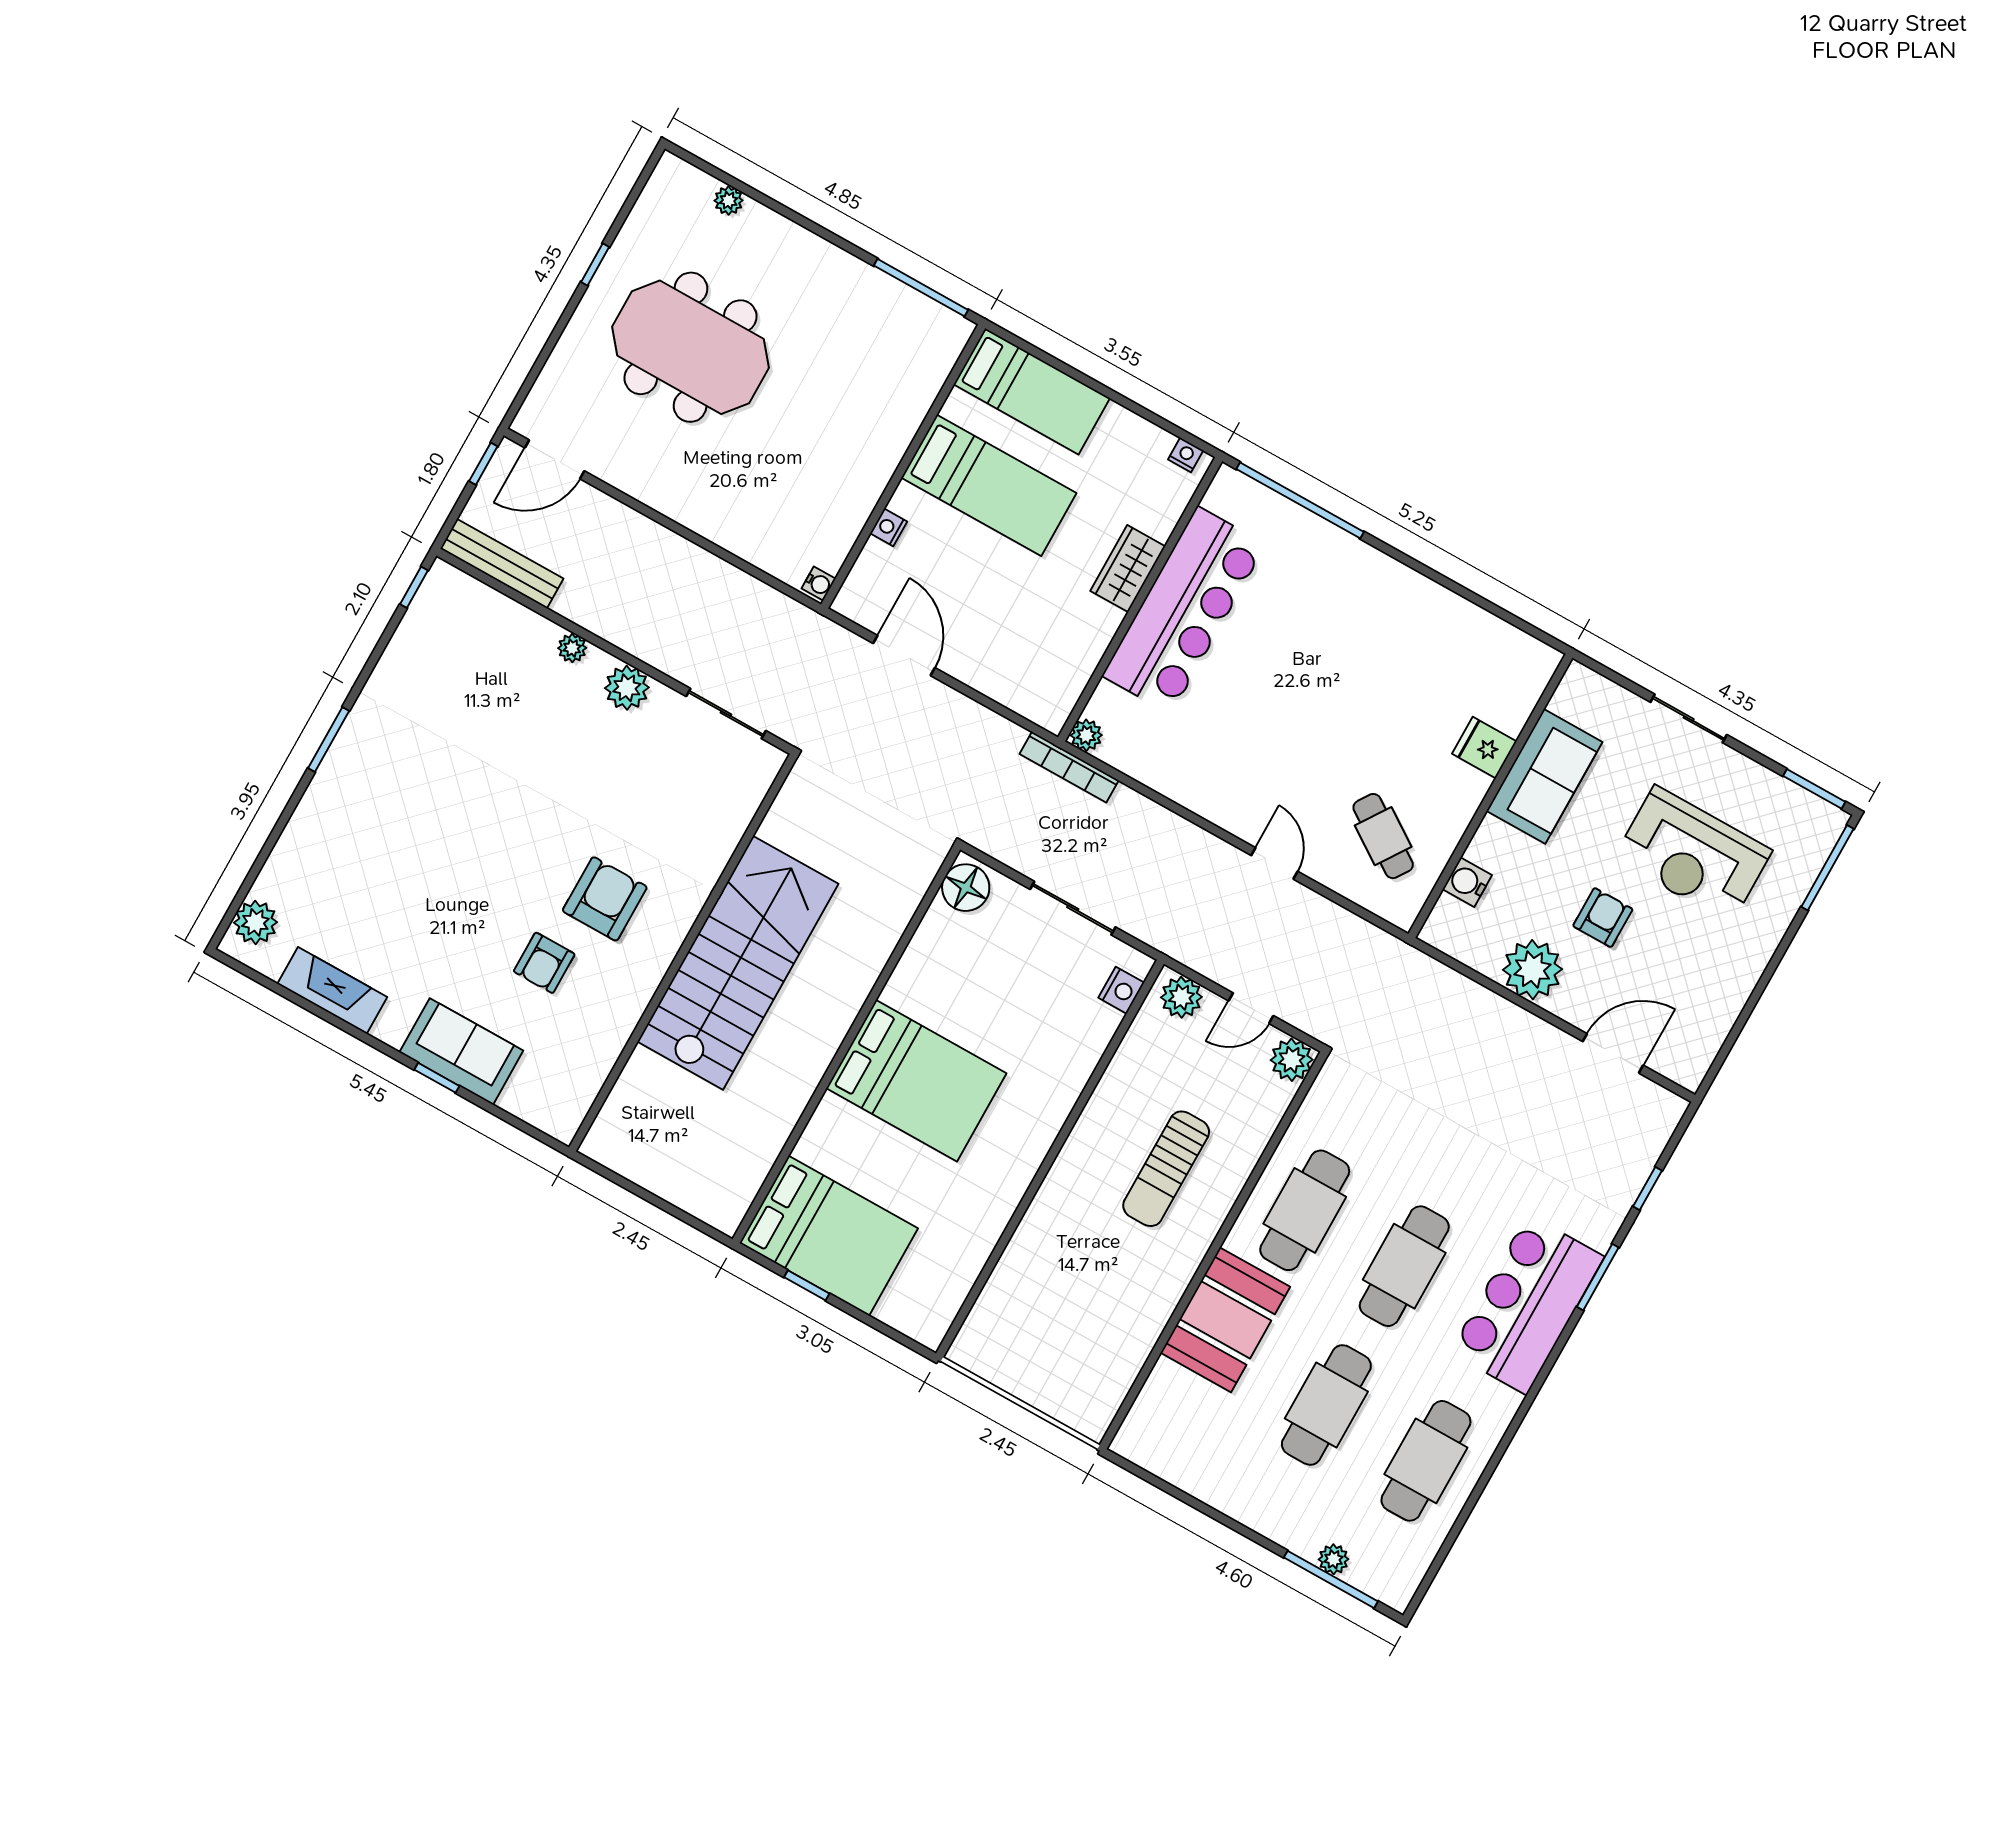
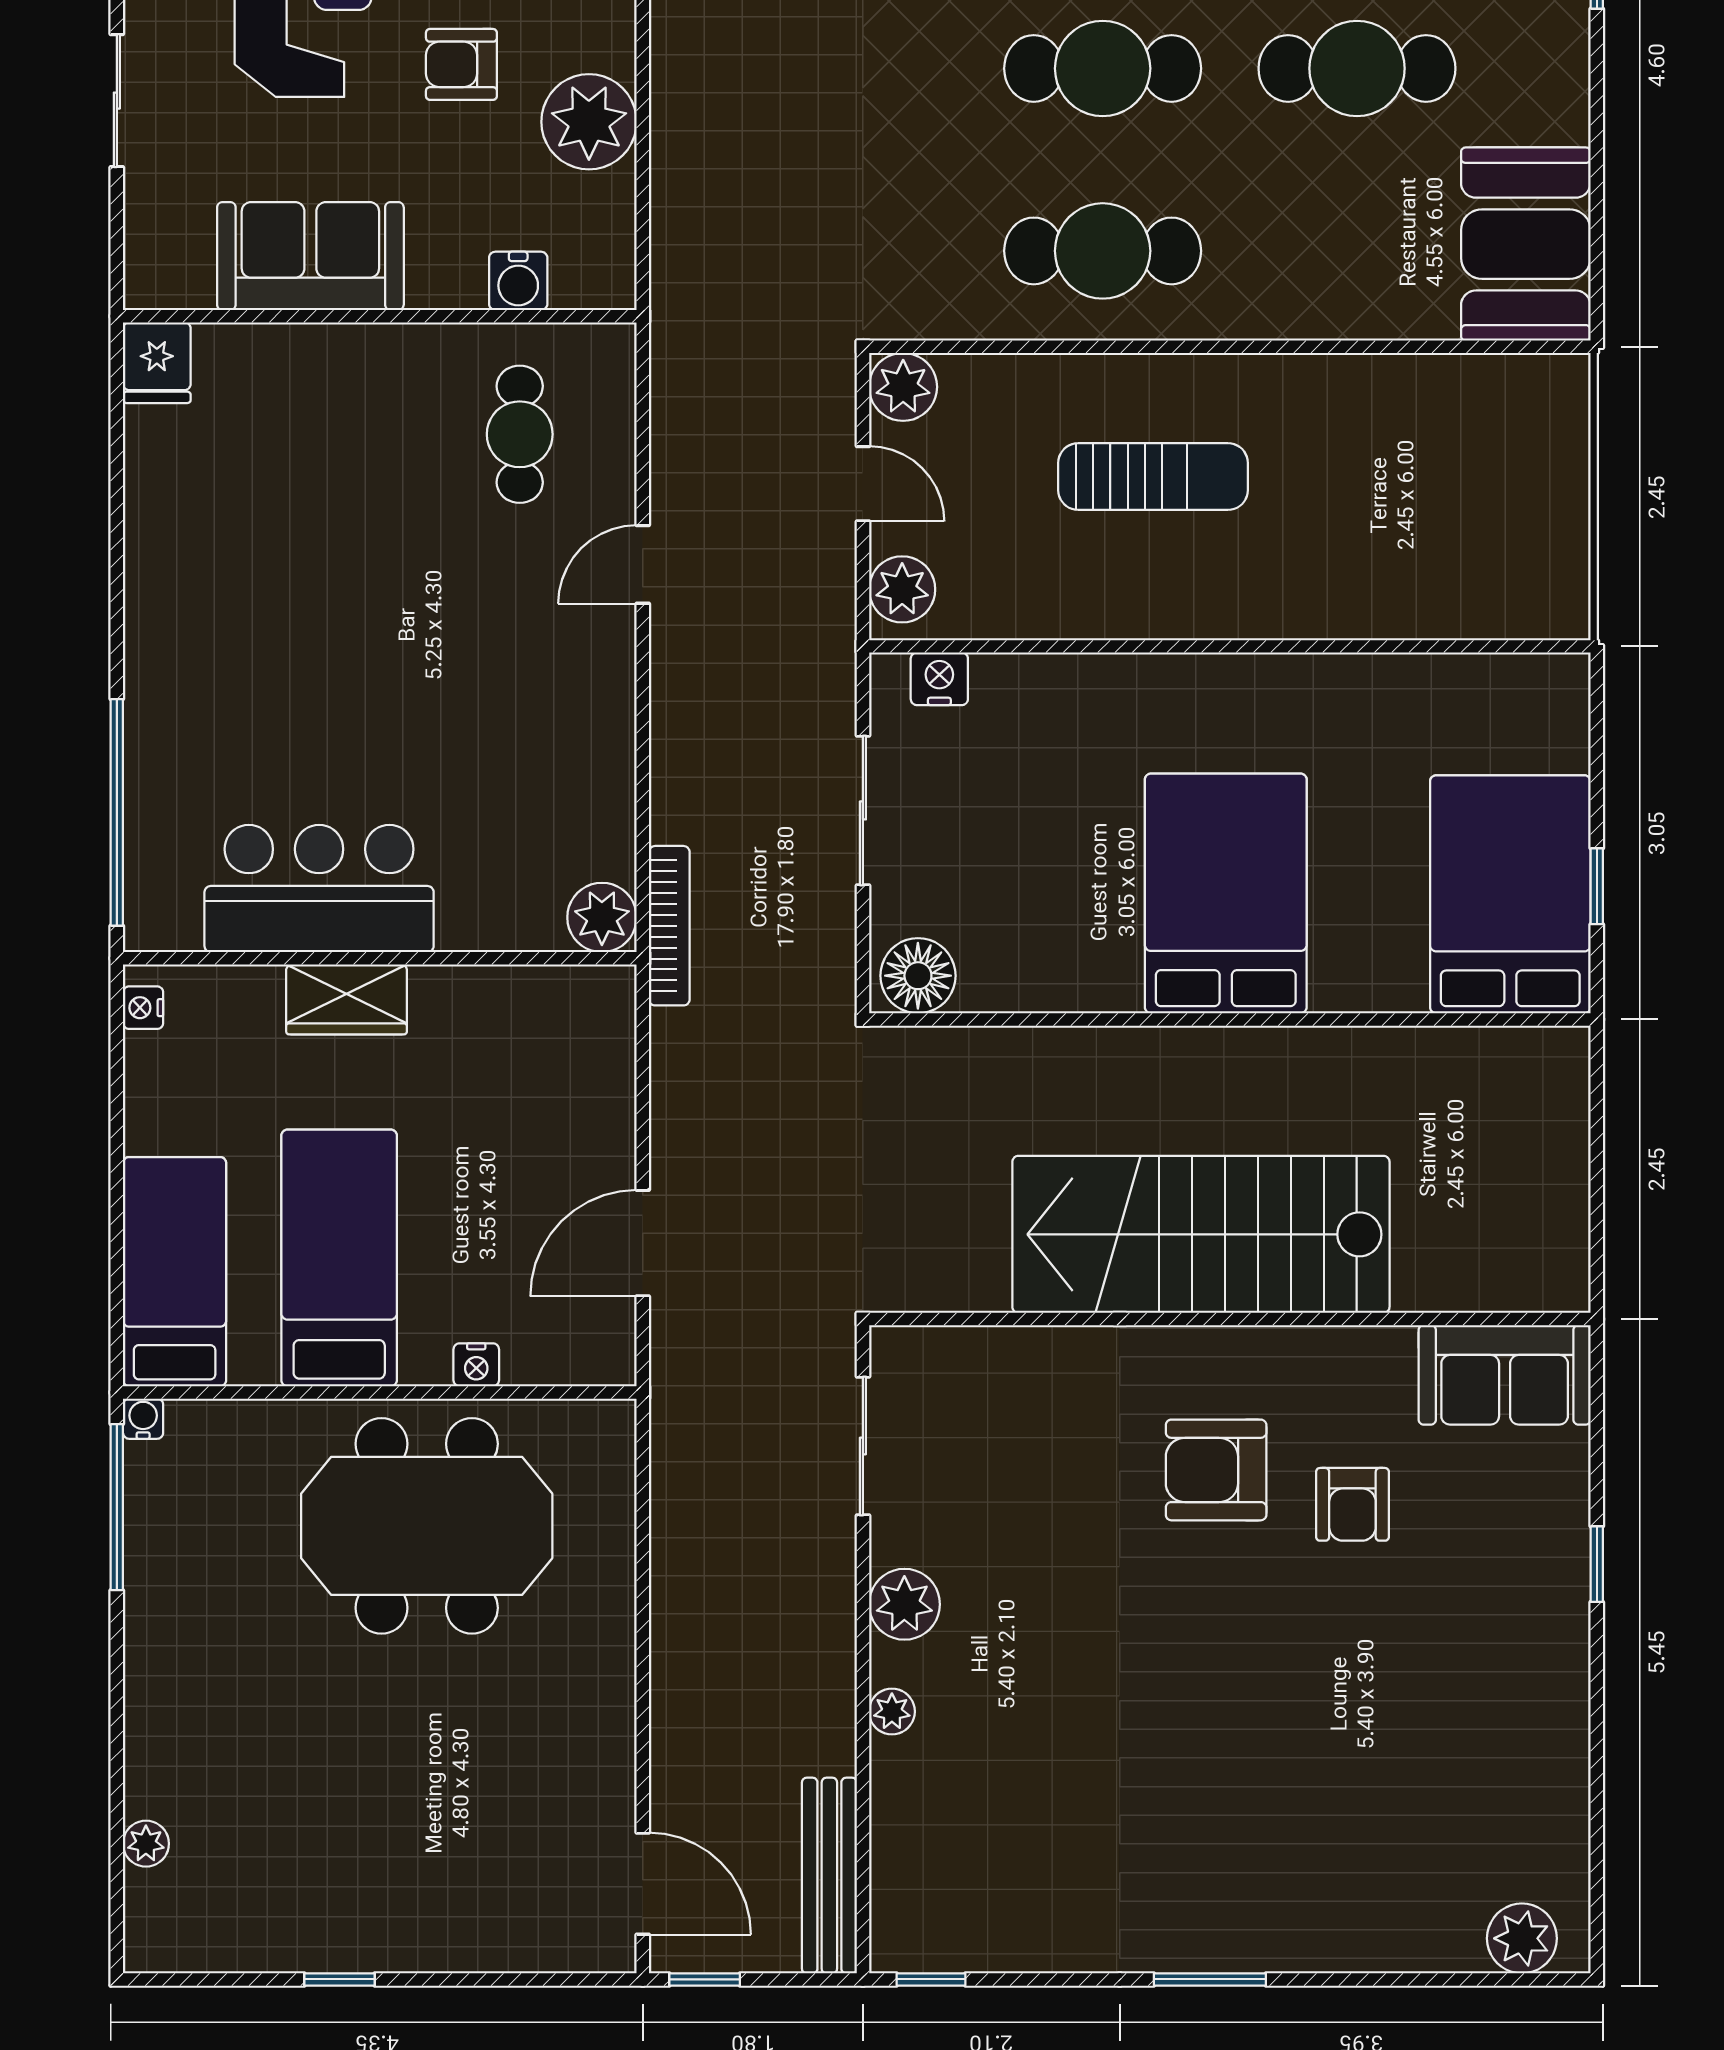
meeting table: (691, 347) -> (427, 1526), moved, turned 90
water cooler: (819, 584) -> (143, 1419), moved
bar counter: (1184, 610) -> (319, 888), width x0.73
plant: (1086, 735) -> (602, 917), width x1.38, depth x1.38
fridge: (1484, 747) -> (157, 363), moved
cafe table: (1383, 836) -> (520, 434), turned -34
armchair: (544, 963) -> (1352, 1504), turned 90
fireplace: (332, 990) -> (1557, 1778), removed
sofa: (461, 1051) -> (1505, 1375), moved, turned -90
booth: (1225, 1320) -> (1526, 244), moved, turned 90

